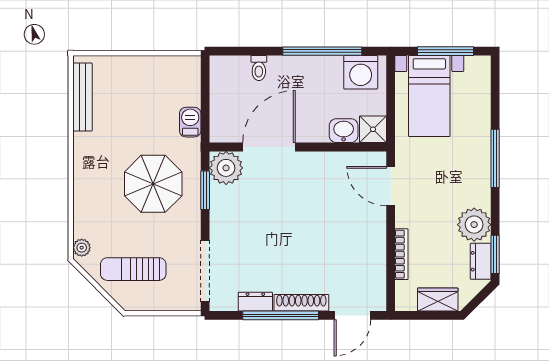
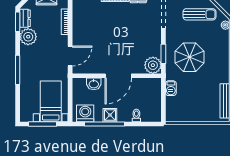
shower: (373, 129) -> (110, 115), moved
door: (269, 147) -> (118, 76), moved
door: (391, 186) -> (70, 56), hinge flipped

